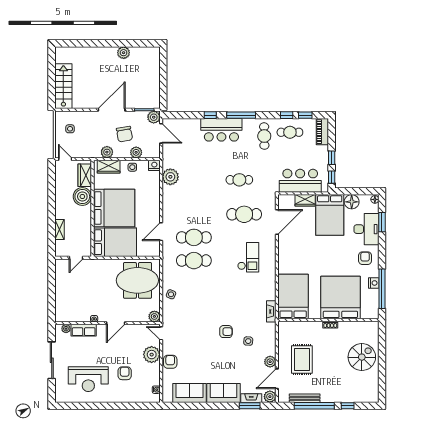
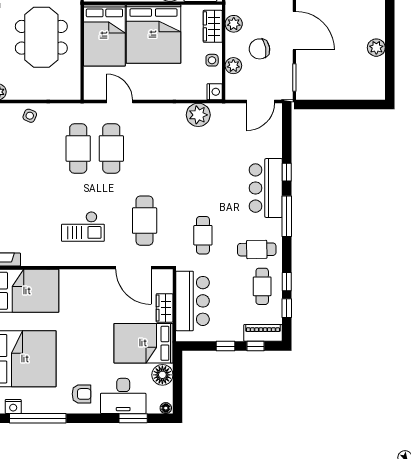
plant: (154, 117) -> (284, 91), removed
window: (332, 177) -> (256, 346), moved
cafe table: (239, 180) -> (203, 235), moved
meeting table: (137, 280) -> (41, 37), moved
nightstand: (374, 283) -> (13, 406), moved

